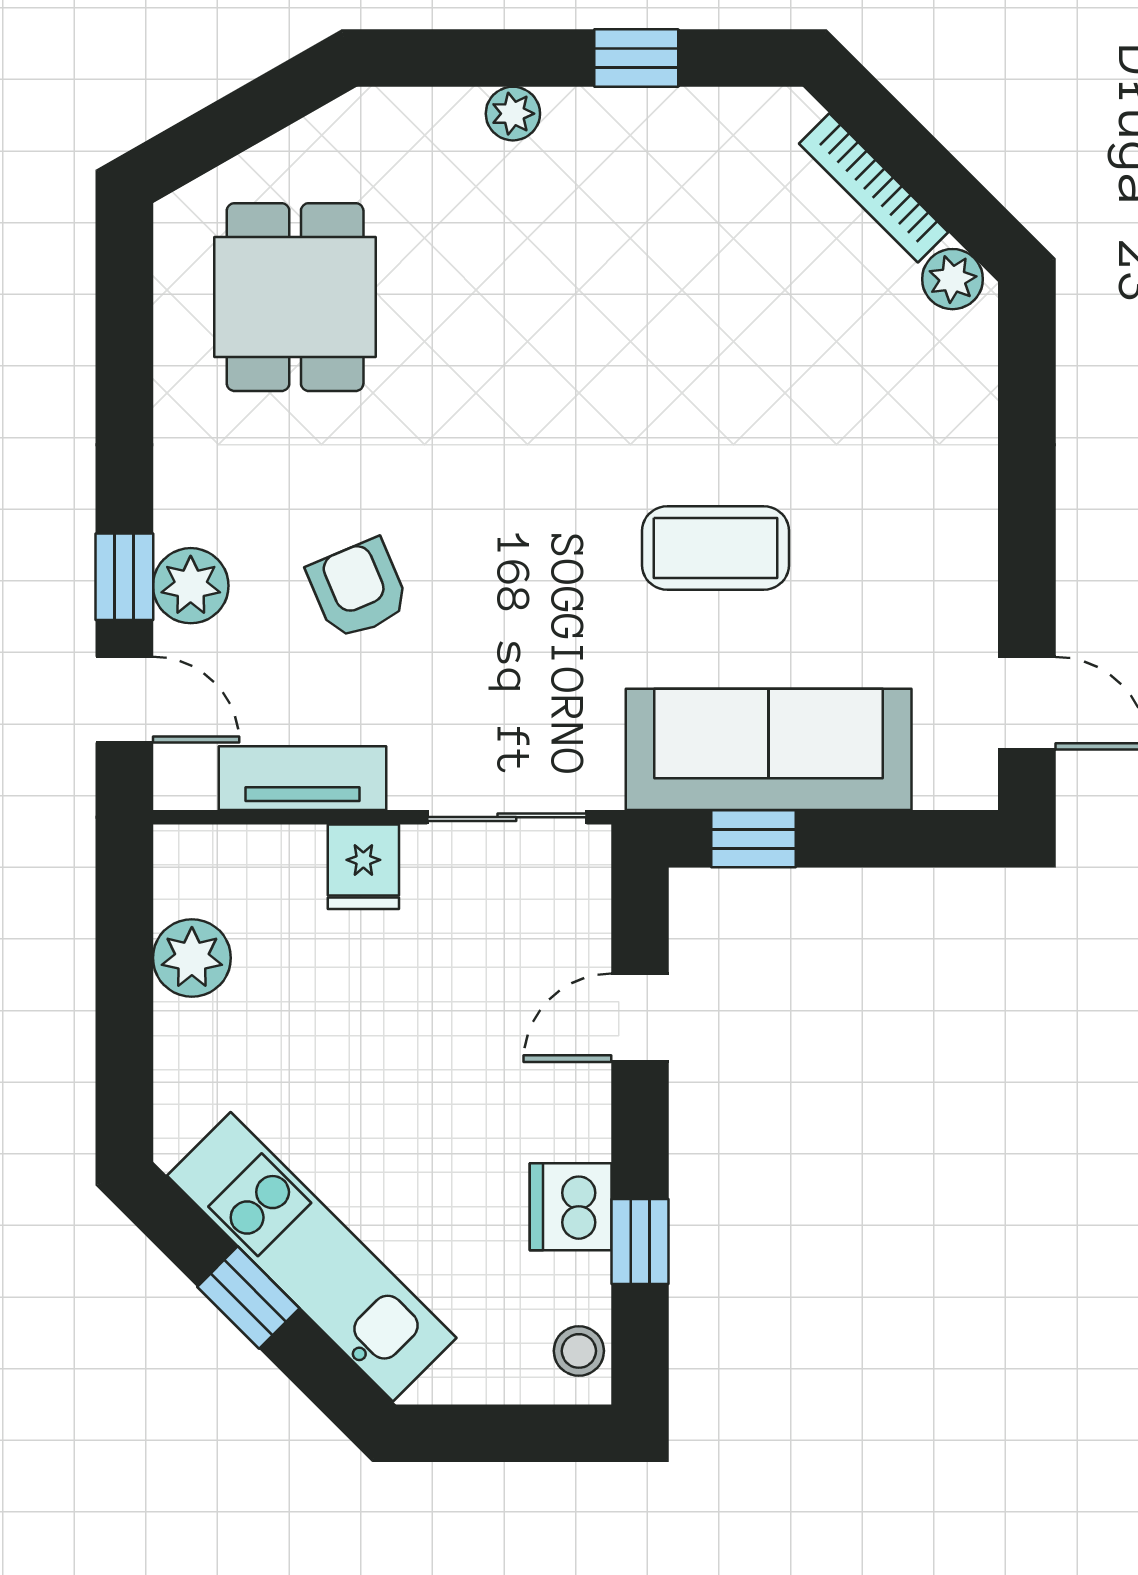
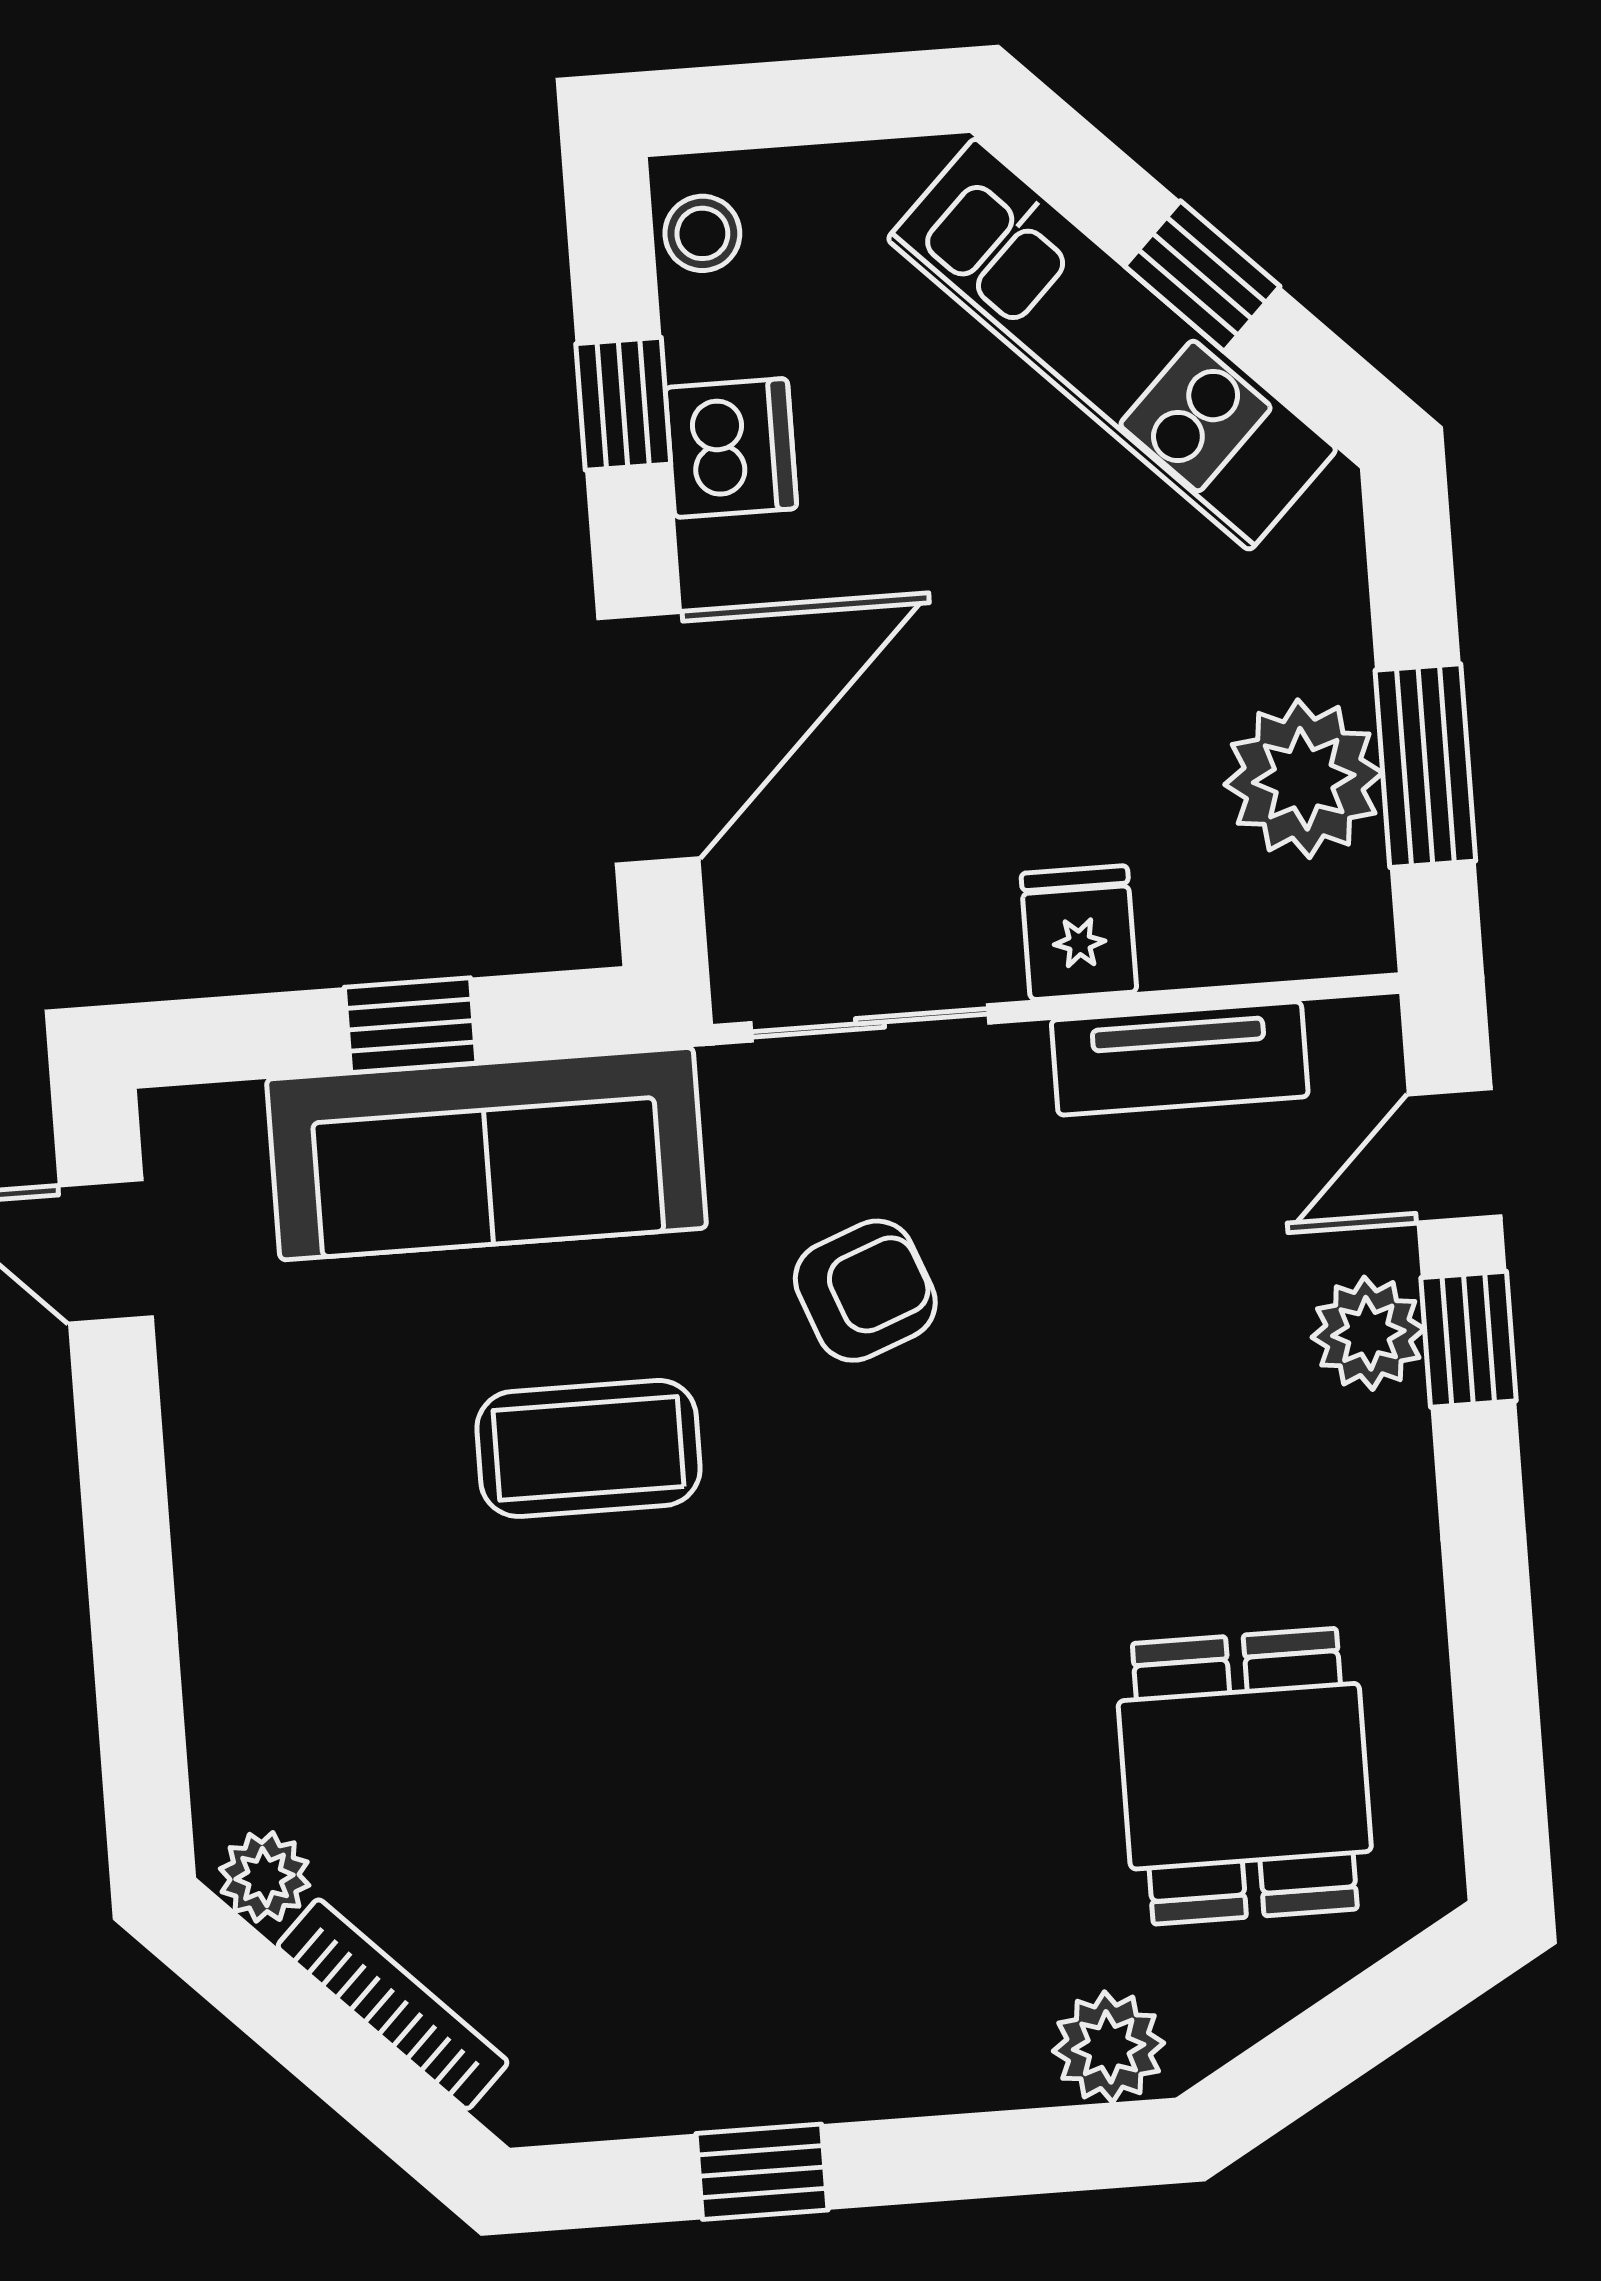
plant: (513, 114) -> (1109, 2047), moved, width x1.38, depth x1.38
armchair: (358, 589) -> (865, 1291), moved, turned -88
door: (124, 700) -> (1455, 1155), hinge flipped
window: (754, 839) -> (411, 1025), moved
plant: (192, 958) -> (1304, 779), width x1.36, depth x1.36
window: (124, 961) -> (1425, 766), added
door: (640, 1018) -> (648, 738), width x1.88

